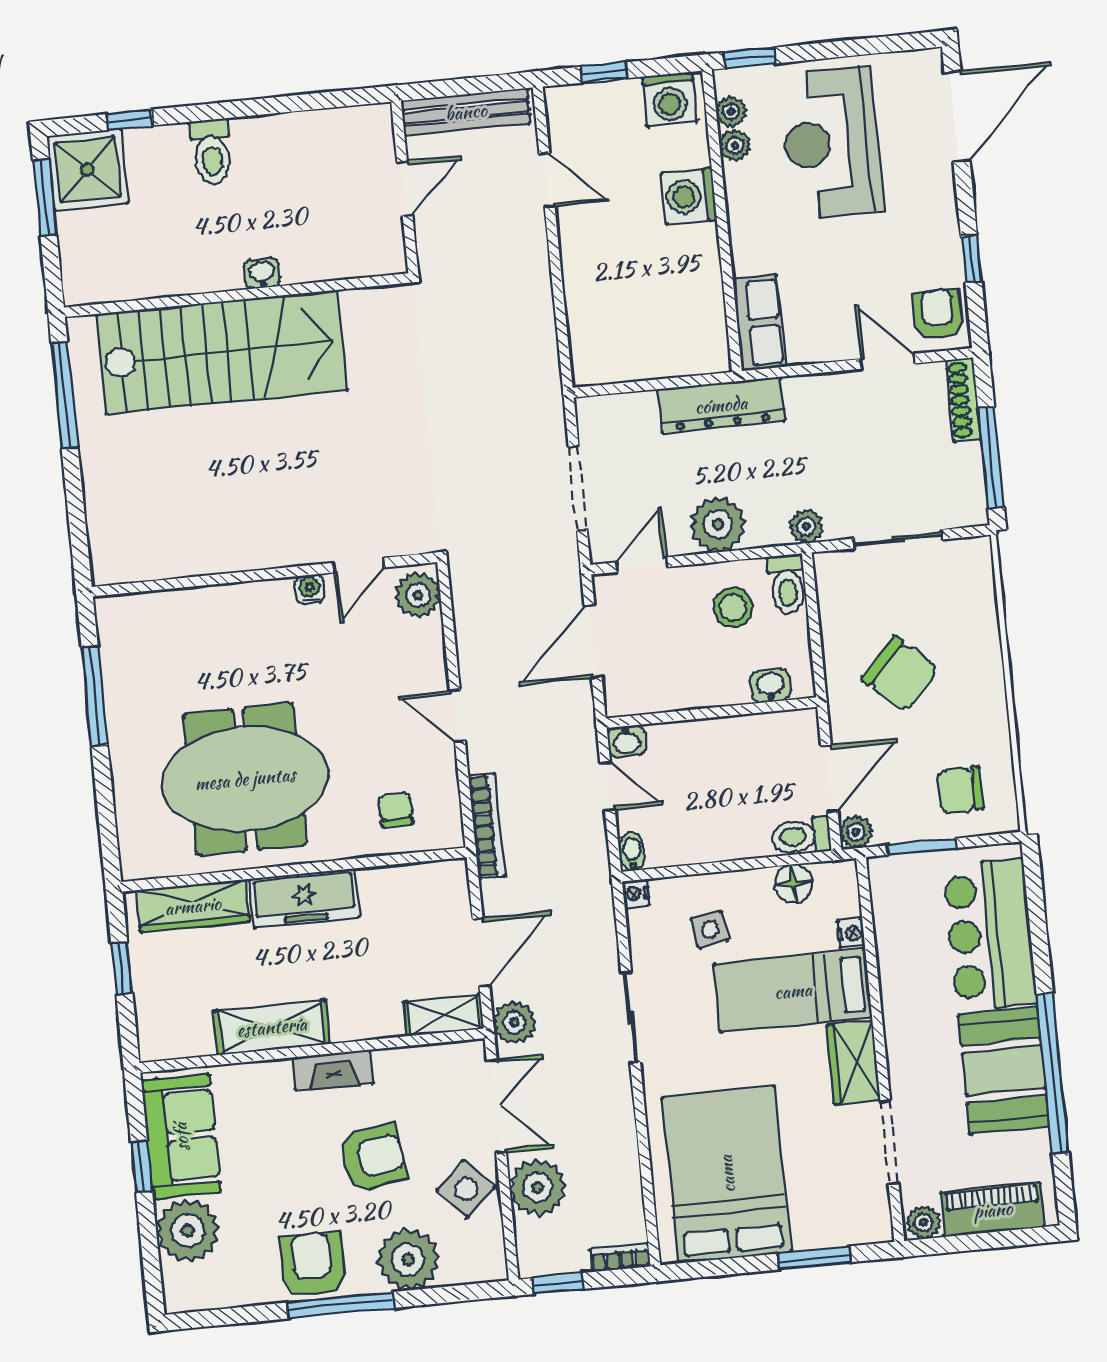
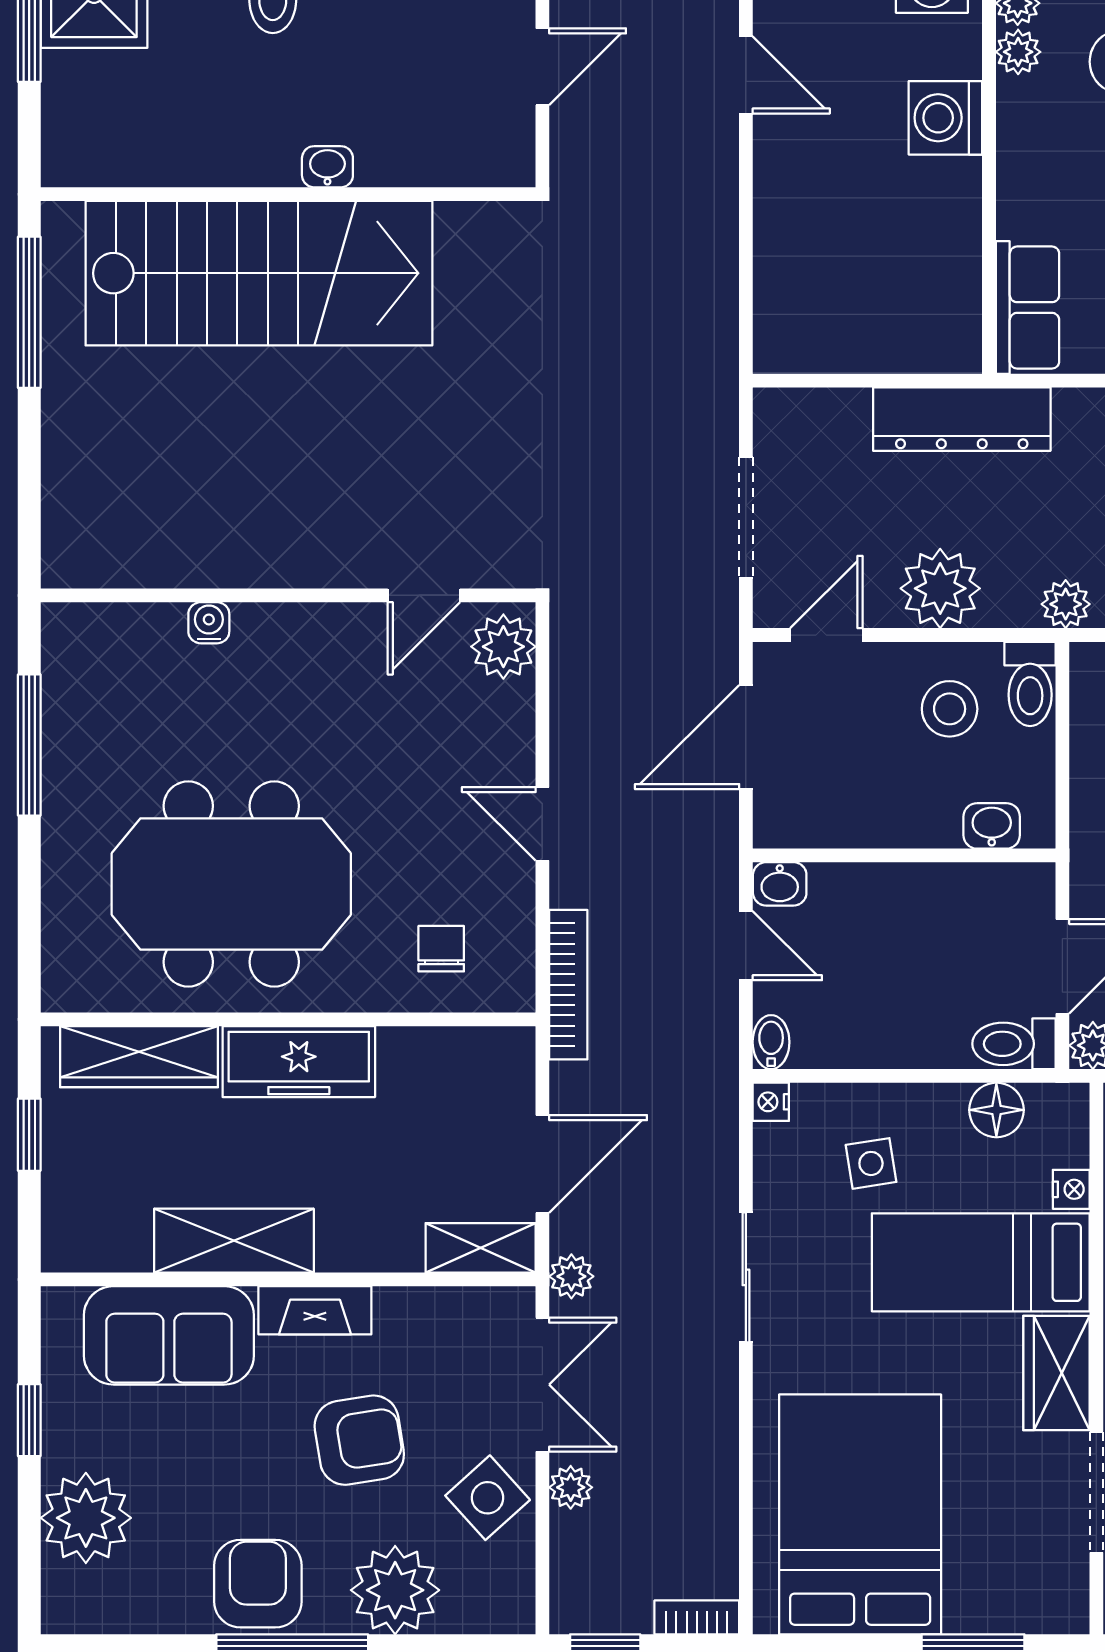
water cooler: (310, 589) -> (209, 623), moved
plant: (514, 1022) -> (571, 1276), width x0.73, depth x0.73
sofa: (181, 1137) -> (169, 1335), moved, turned 90
plant: (538, 1187) -> (571, 1487), width x0.53, depth x0.53

